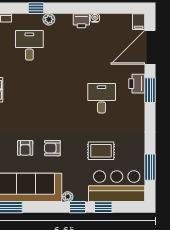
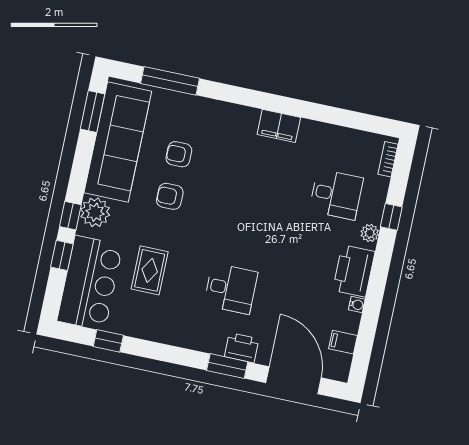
printer: (81, 21) -> (354, 271), width x1.87, depth x1.48
filing cabinet: (139, 22) -> (343, 342), moved
armchair: (52, 148) -> (170, 196), turned -90
window: (150, 167) -> (108, 341), width x0.67
plant: (68, 197) -> (95, 212), width x1.88, depth x1.88

